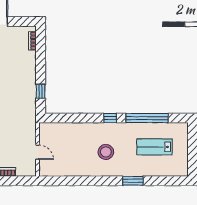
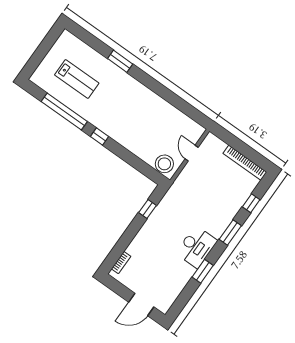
stool: (106, 152) -> (164, 164), moved

